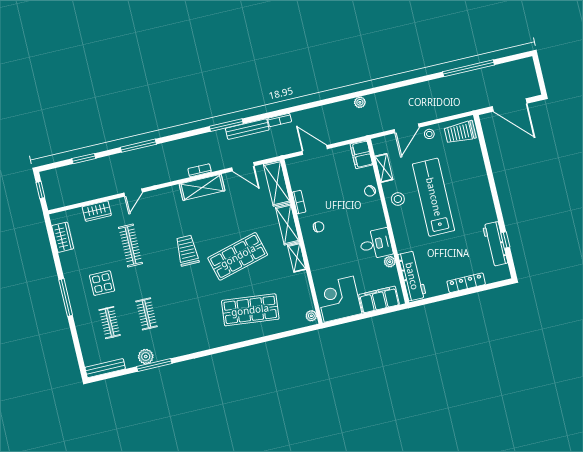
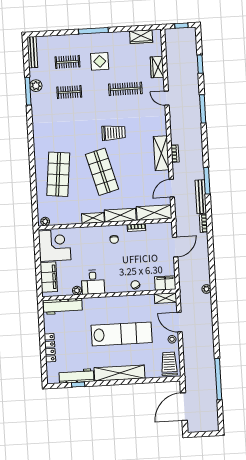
shelving: (384, 168) -> (166, 298), moved
shelving: (482, 192) -> (119, 373), added
stool: (398, 199) -> (125, 306), removed

